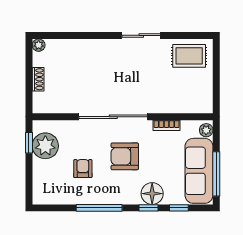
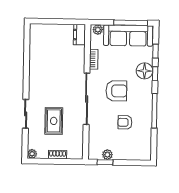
sliding door: (141, 35) -> (26, 114), moved
rug: (189, 56) -> (54, 121), moved
dresser: (199, 106) -> (79, 35), added
plant: (45, 146) -> (107, 155), width x0.53, depth x0.53
armchair: (125, 156) -> (116, 91), turned -90

